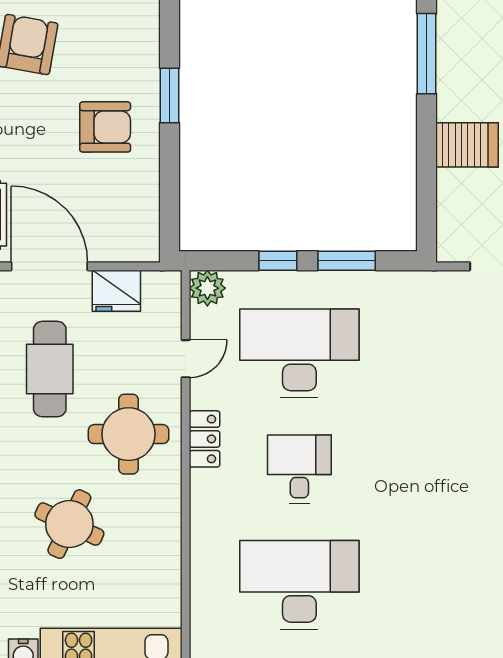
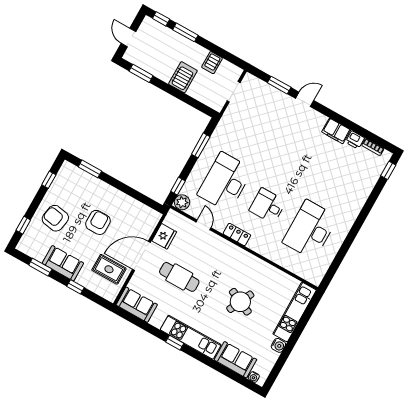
window: (427, 54) -> (141, 73), width x0.69
window: (169, 95) -> (90, 169), moved
armchair: (105, 127) -> (98, 222), moved
window: (278, 261) -> (178, 186), moved
round table: (129, 434) -> (219, 261), removed

